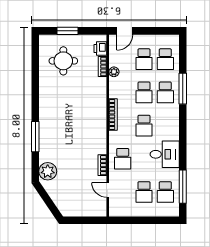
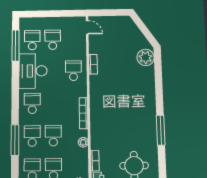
plant: (114, 72) -> (83, 142), moved
school desk: (144, 126) -> (32, 103), moved
window: (35, 137) -> (161, 130), moved
desk: (165, 154) -> (33, 71), width x1.37
door: (108, 190) -> (87, 27), moved

